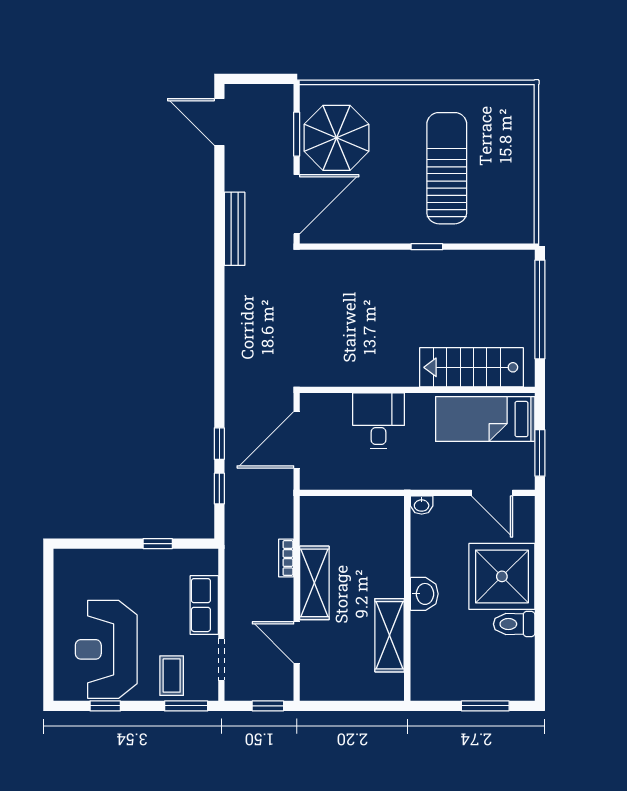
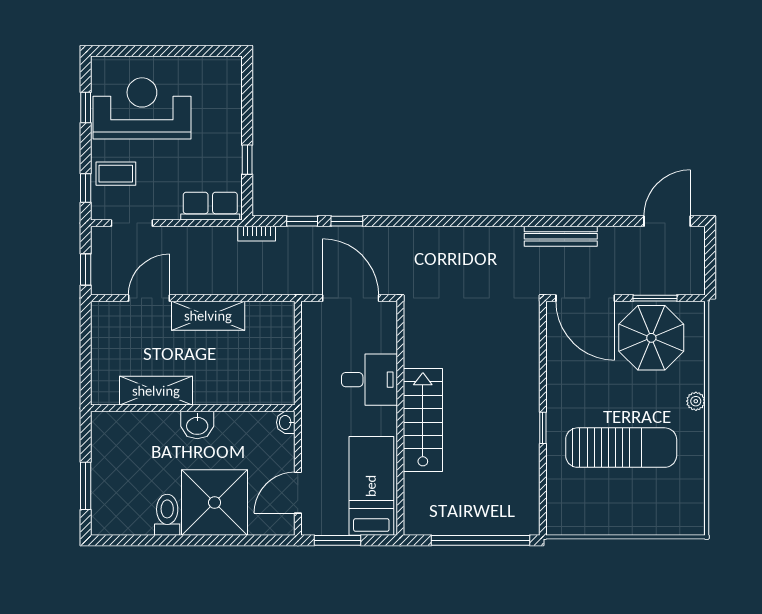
plant: (400, 93) -> (696, 401), added
stairs: (471, 367) -> (423, 420), moved
bookcase: (286, 558) -> (257, 234), moved, turned 180
row of seats: (204, 605) -> (210, 206), moved
window: (186, 706) -> (86, 188), width x0.67

